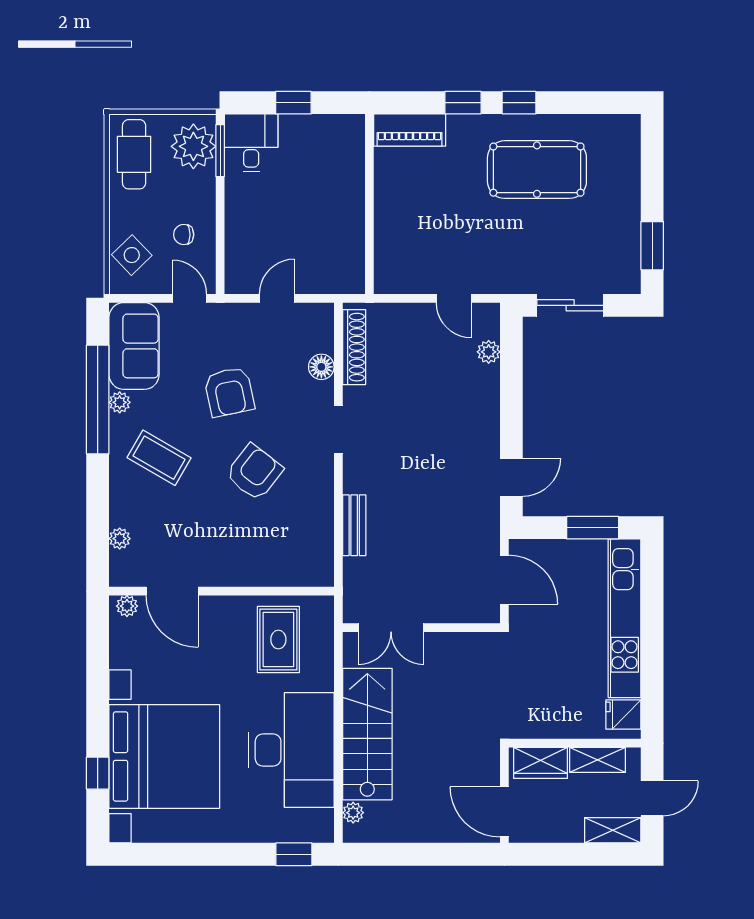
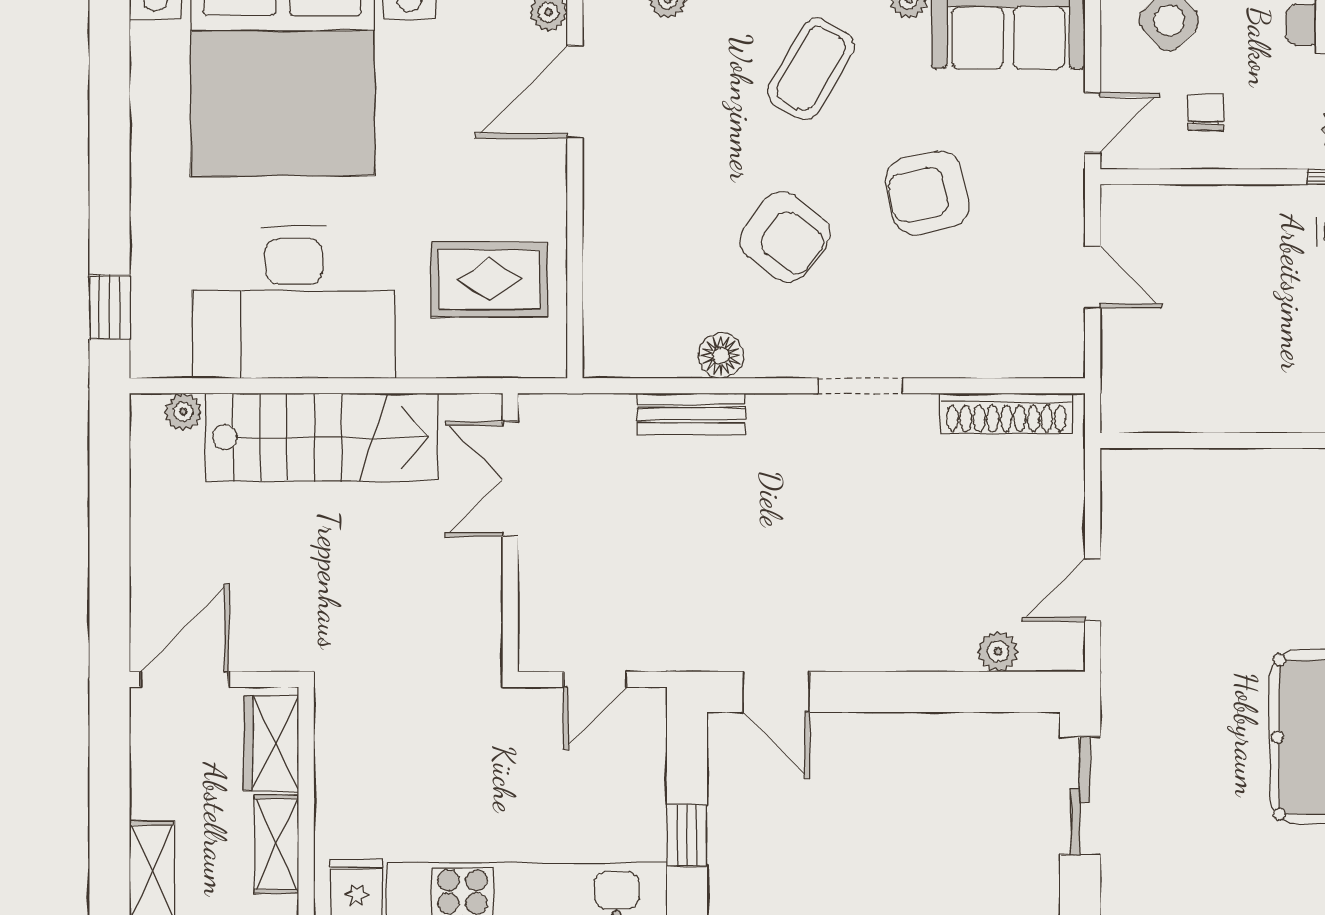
floor lamp: (321, 367) -> (721, 356), moved
window: (593, 528) -> (687, 835), width x0.67
door: (504, 580) -> (595, 679), width x0.73

